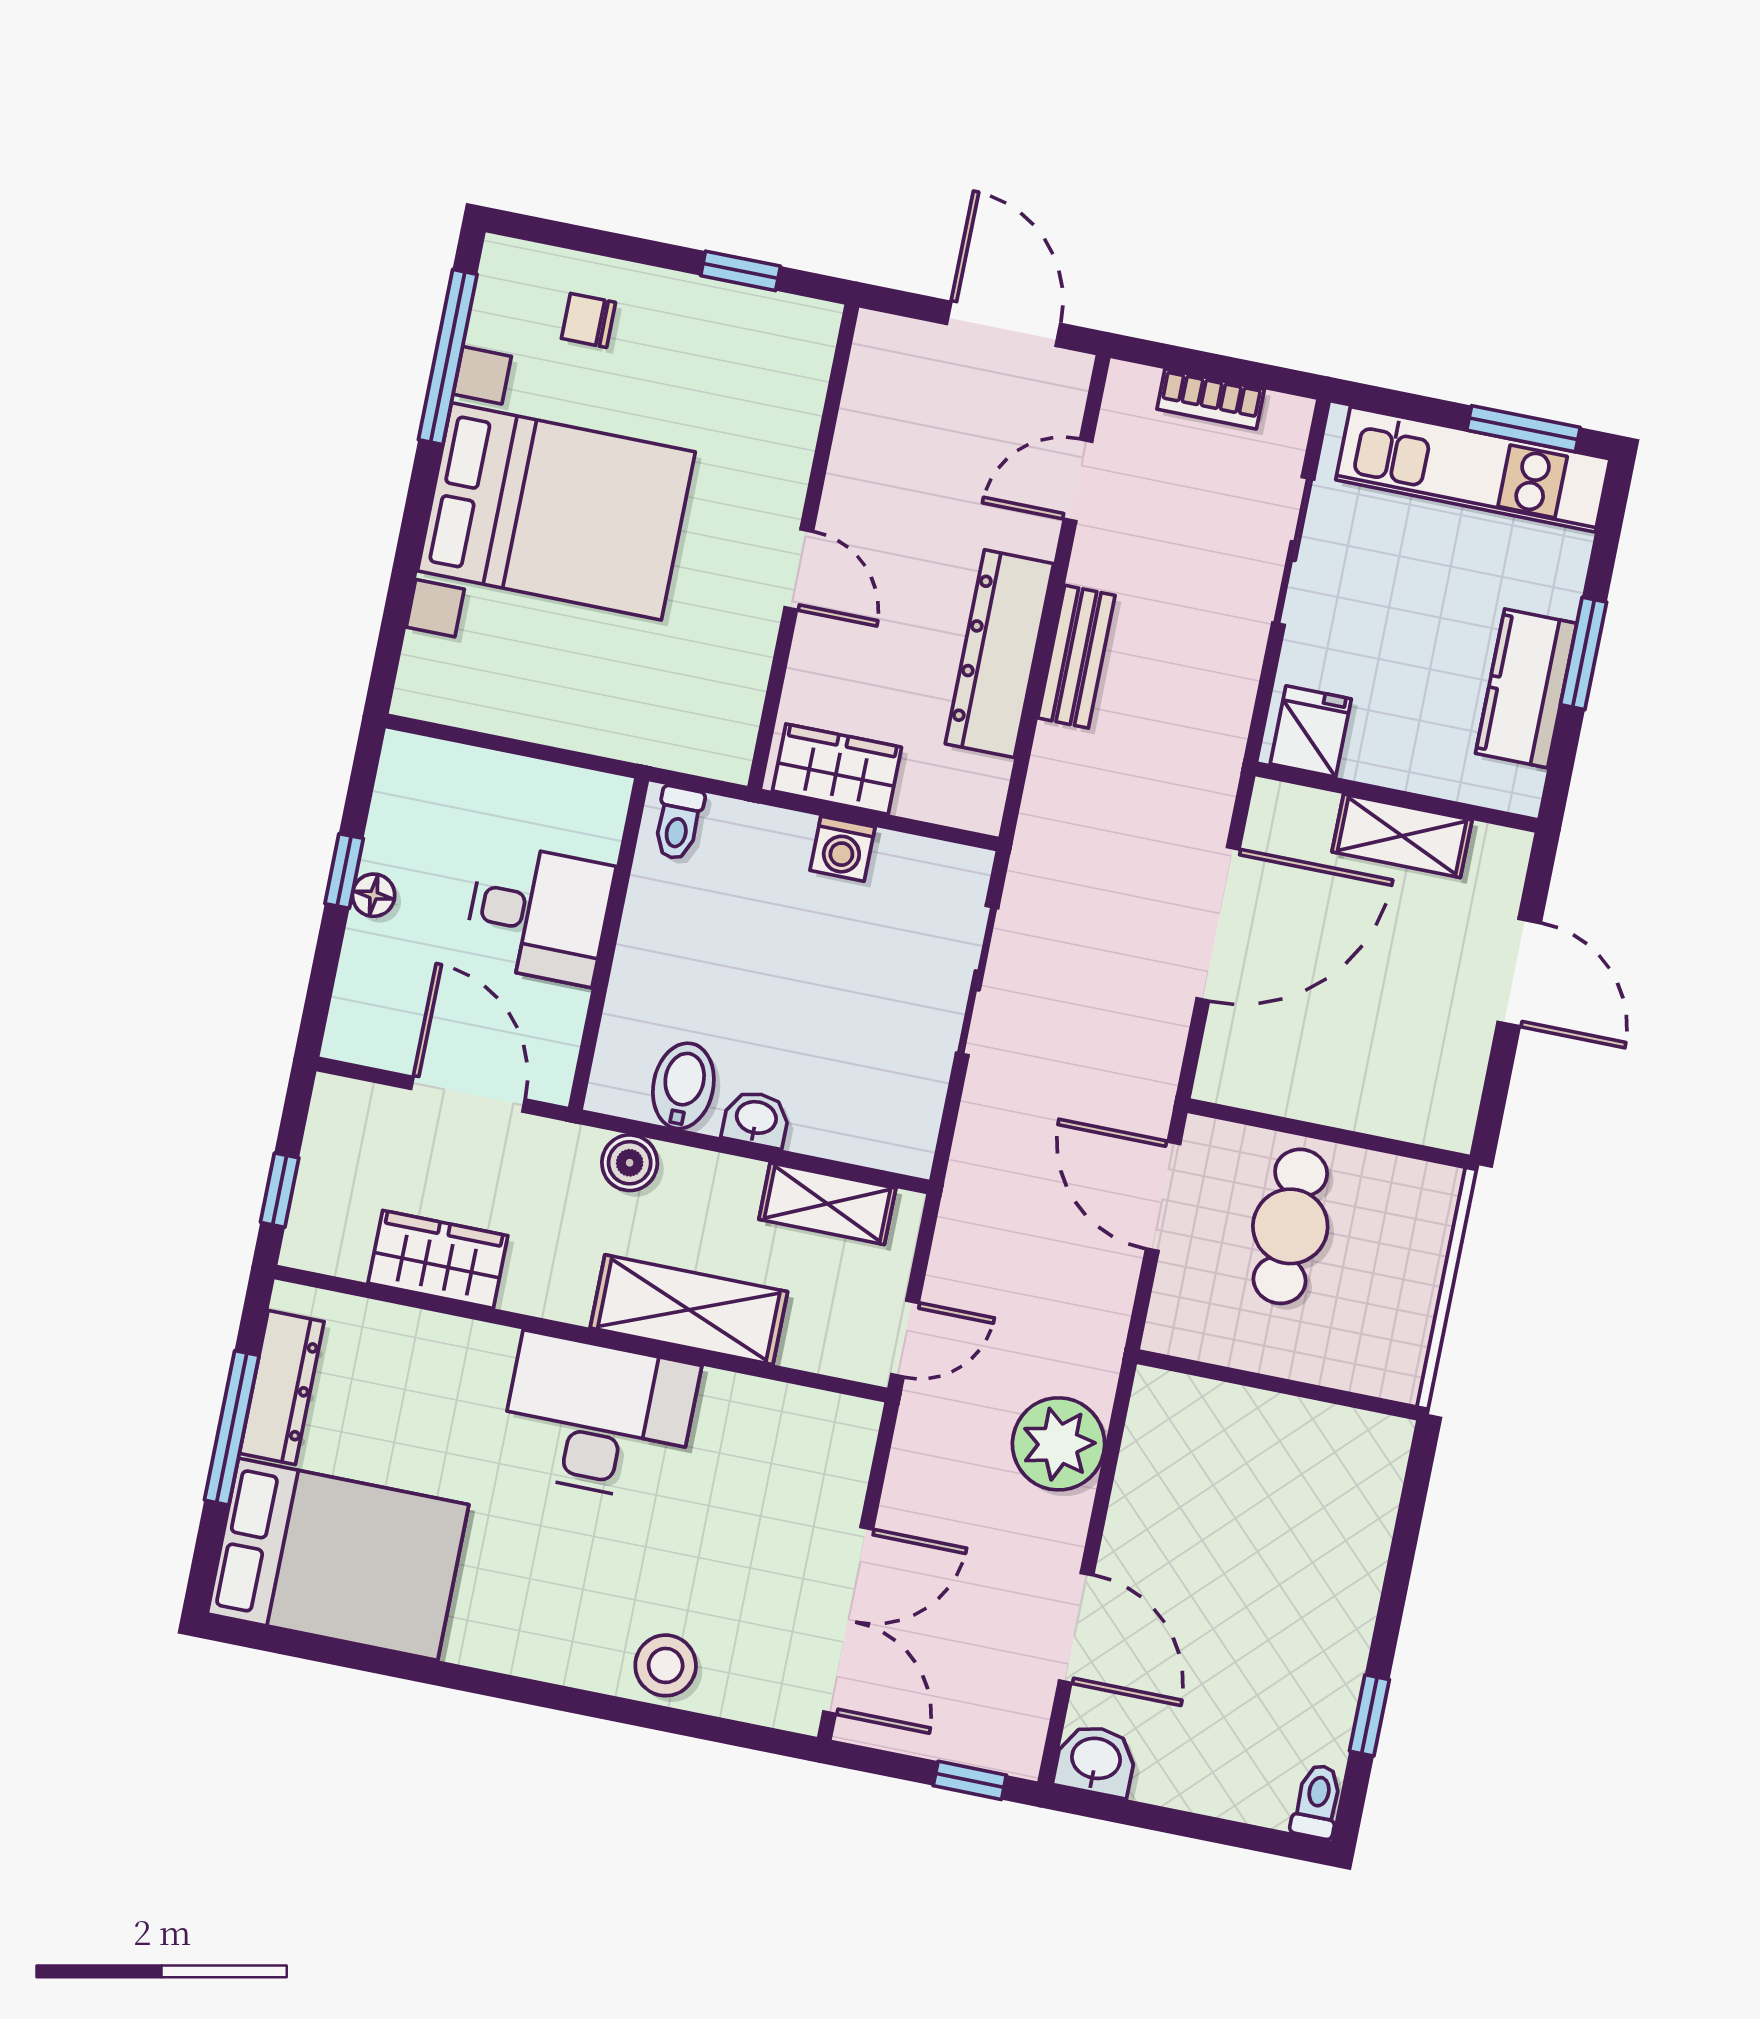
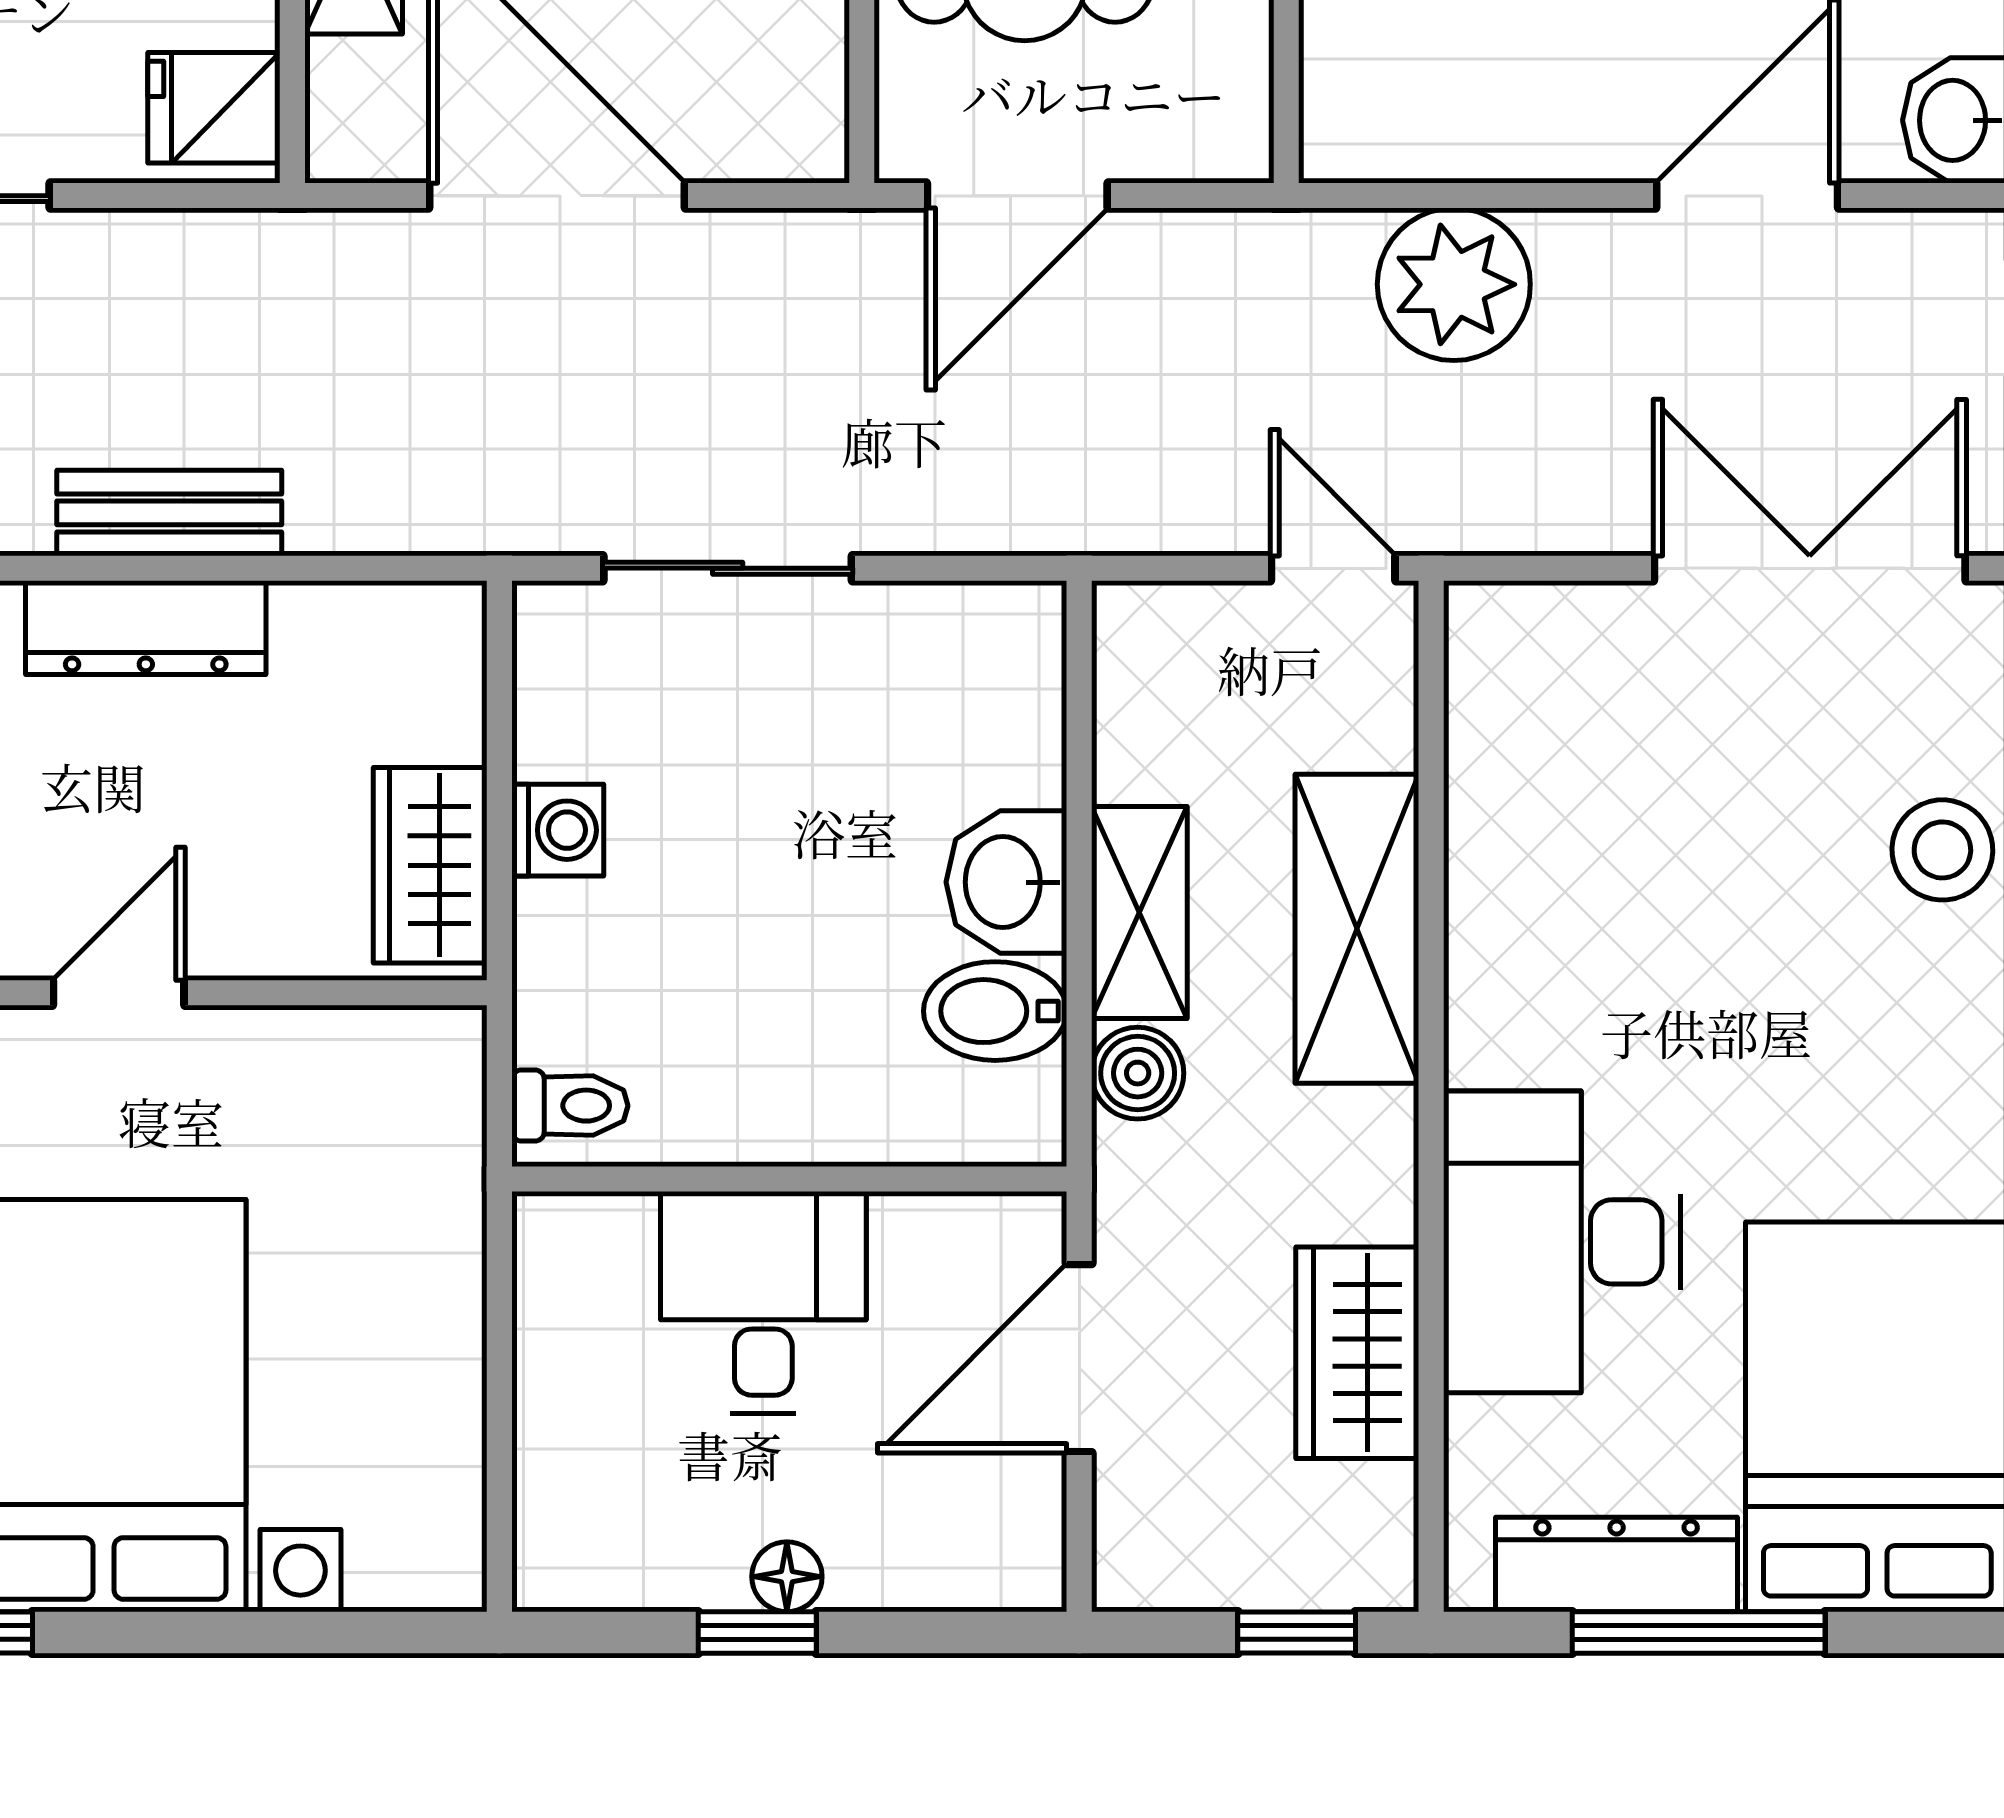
dresser: (999, 654) -> (146, 628), width x0.73, depth x0.80
washbasin: (756, 1119) -> (1006, 882), width x1.38, depth x1.45
shelving: (827, 1204) -> (1139, 913), moved
desk: (598, 1418) -> (1562, 1242), moved

